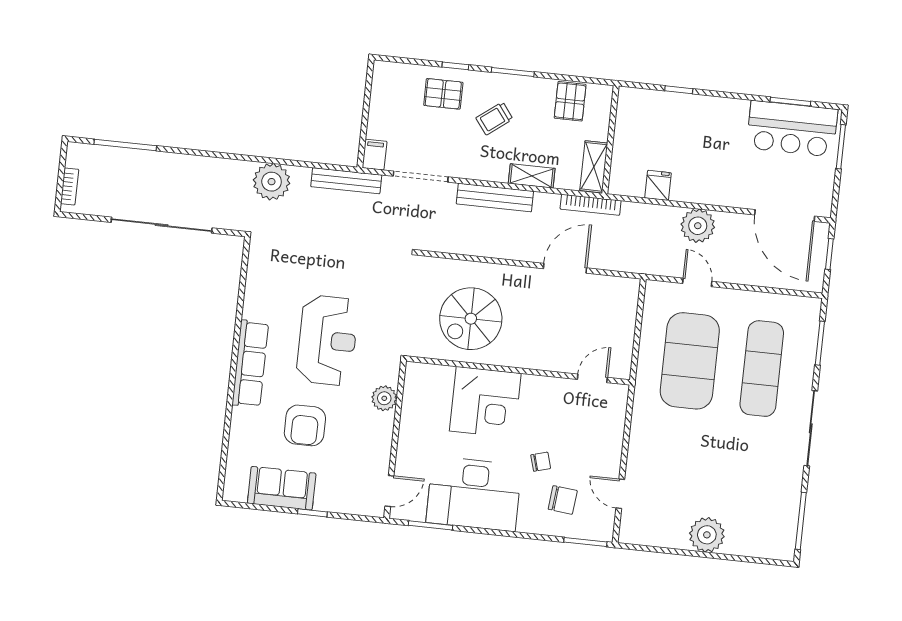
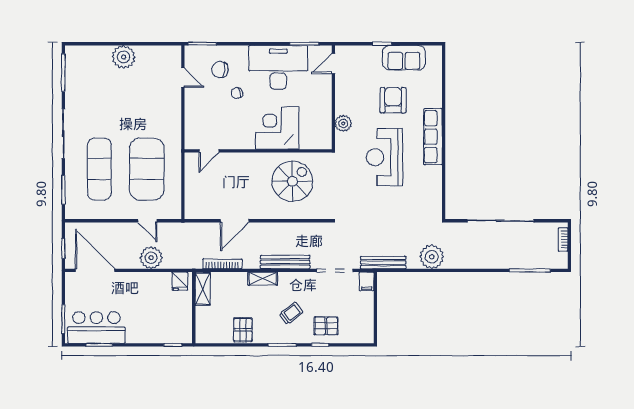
wall: (610, 140) -> (194, 308), moved
shelving: (594, 167) -> (203, 289), moved

